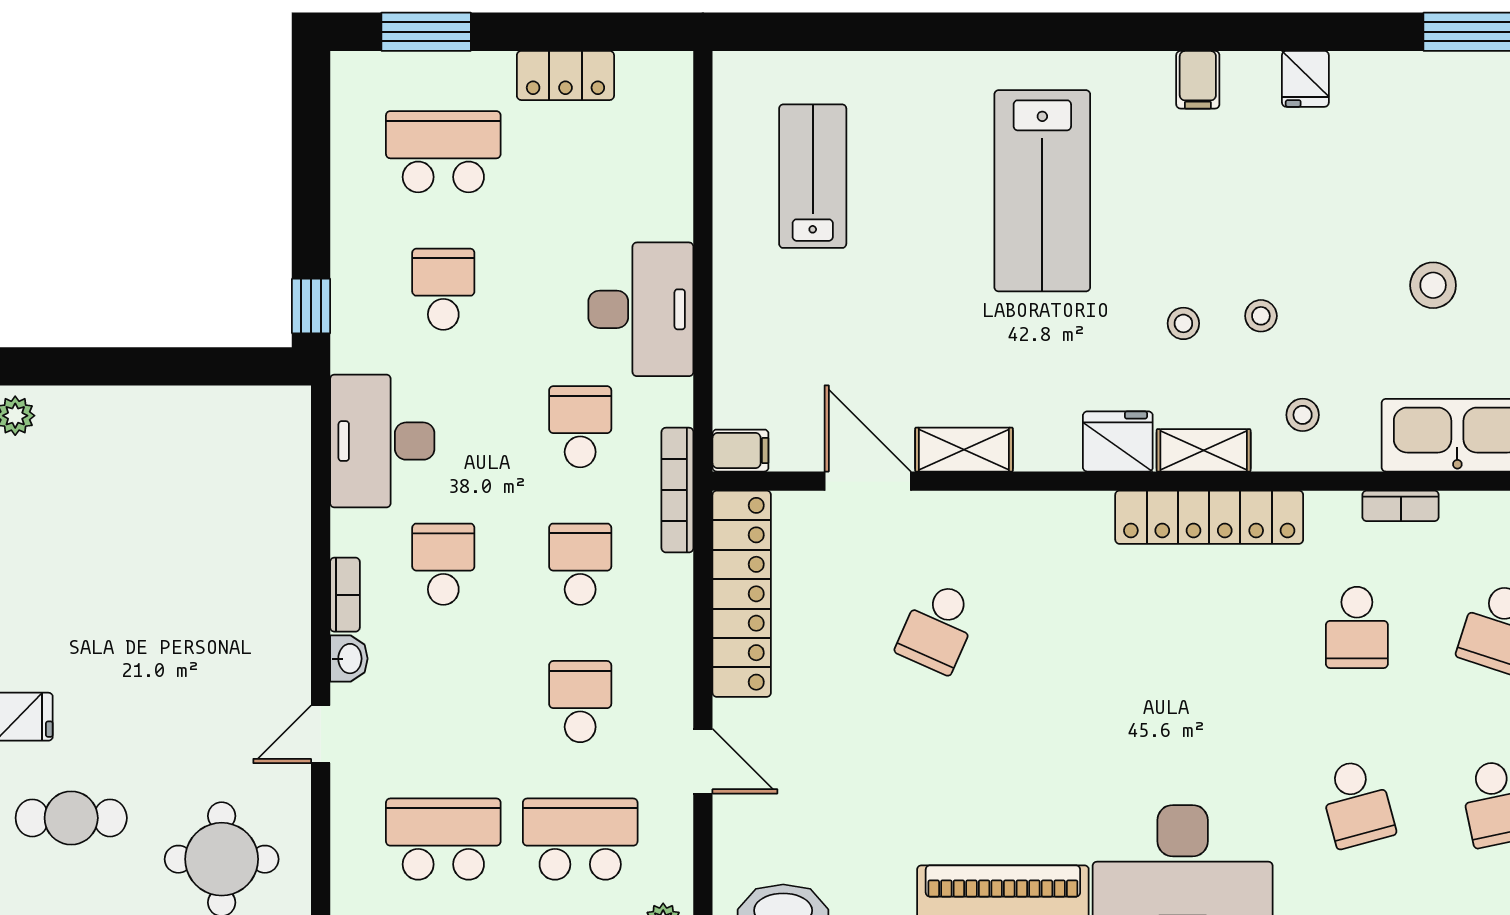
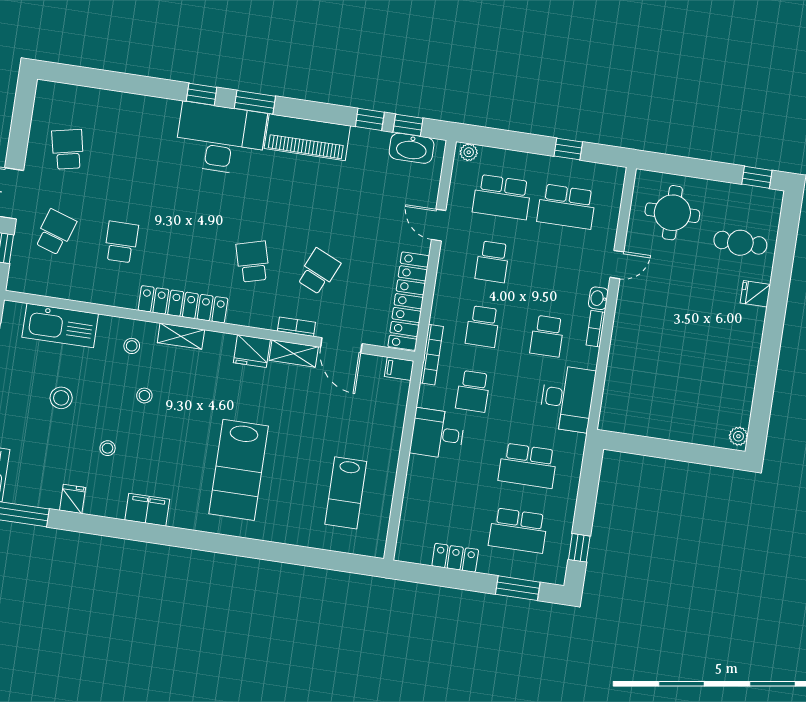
fridge: (1305, 79) -> (73, 499), moved
filing cabinet: (1198, 80) -> (147, 510), width x2.00
lab bench: (1042, 191) -> (239, 470), turned 180
school desk: (443, 289) -> (528, 466), width x1.85
window: (311, 306) -> (579, 548), moved
desk: (641, 309) -> (437, 434), width x0.73
stool: (1183, 323) -> (108, 448), moved
fridge: (1118, 441) -> (252, 351), moved
bookcase: (1401, 506) -> (296, 327), moved
school desk: (1357, 803) -> (253, 262), moved

